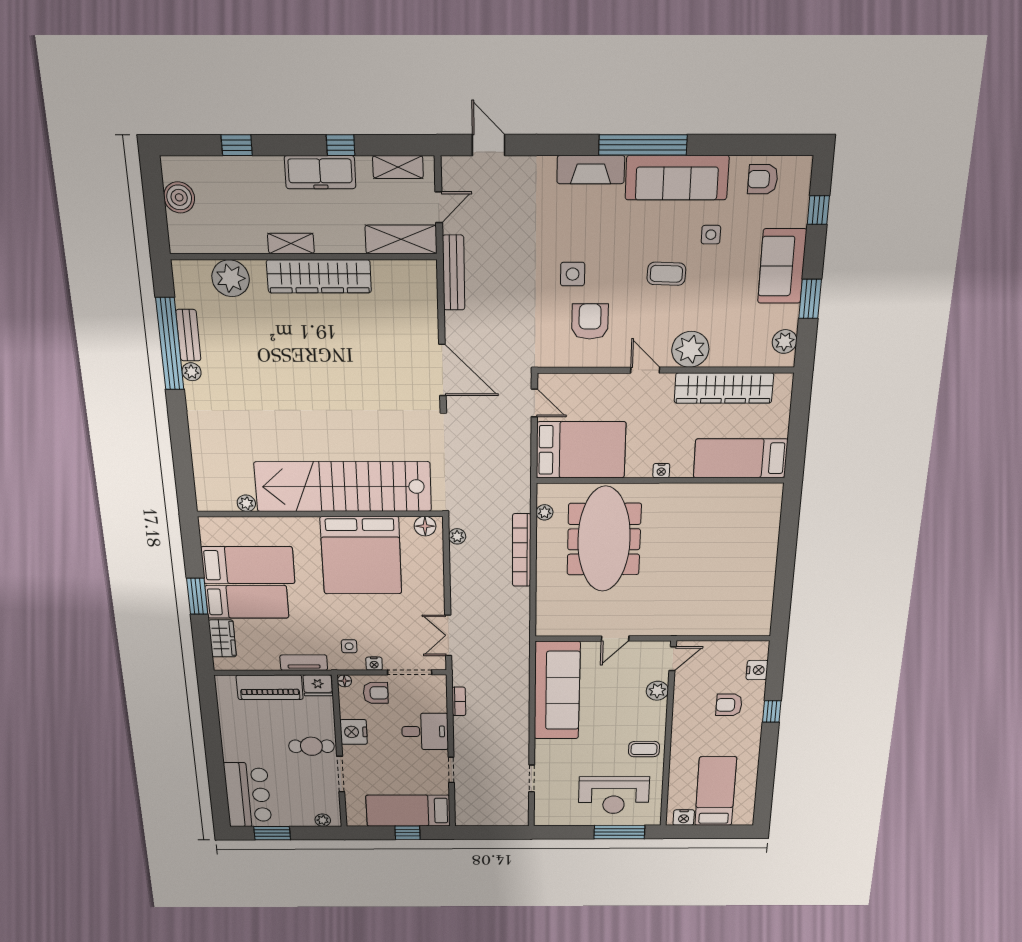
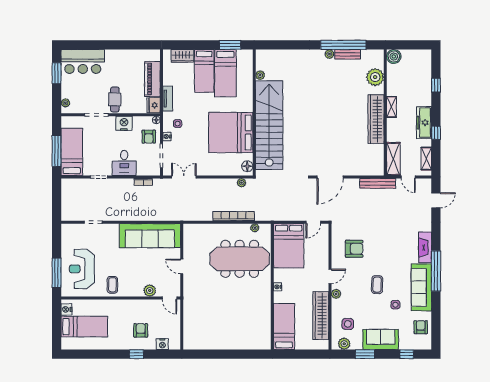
boiler: (179, 197) -> (394, 57), moved
side table: (573, 274) -> (348, 324), moved
plant: (690, 349) -> (336, 294), width x0.53, depth x0.53
window: (197, 596) -> (230, 45), moved
window: (407, 833) -> (57, 151), width x2.17

